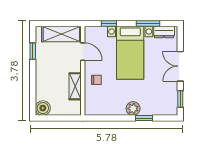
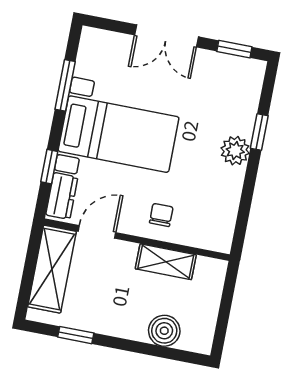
dresser: (164, 32) -> (62, 196), moved
boiler: (43, 108) -> (164, 331), moved

